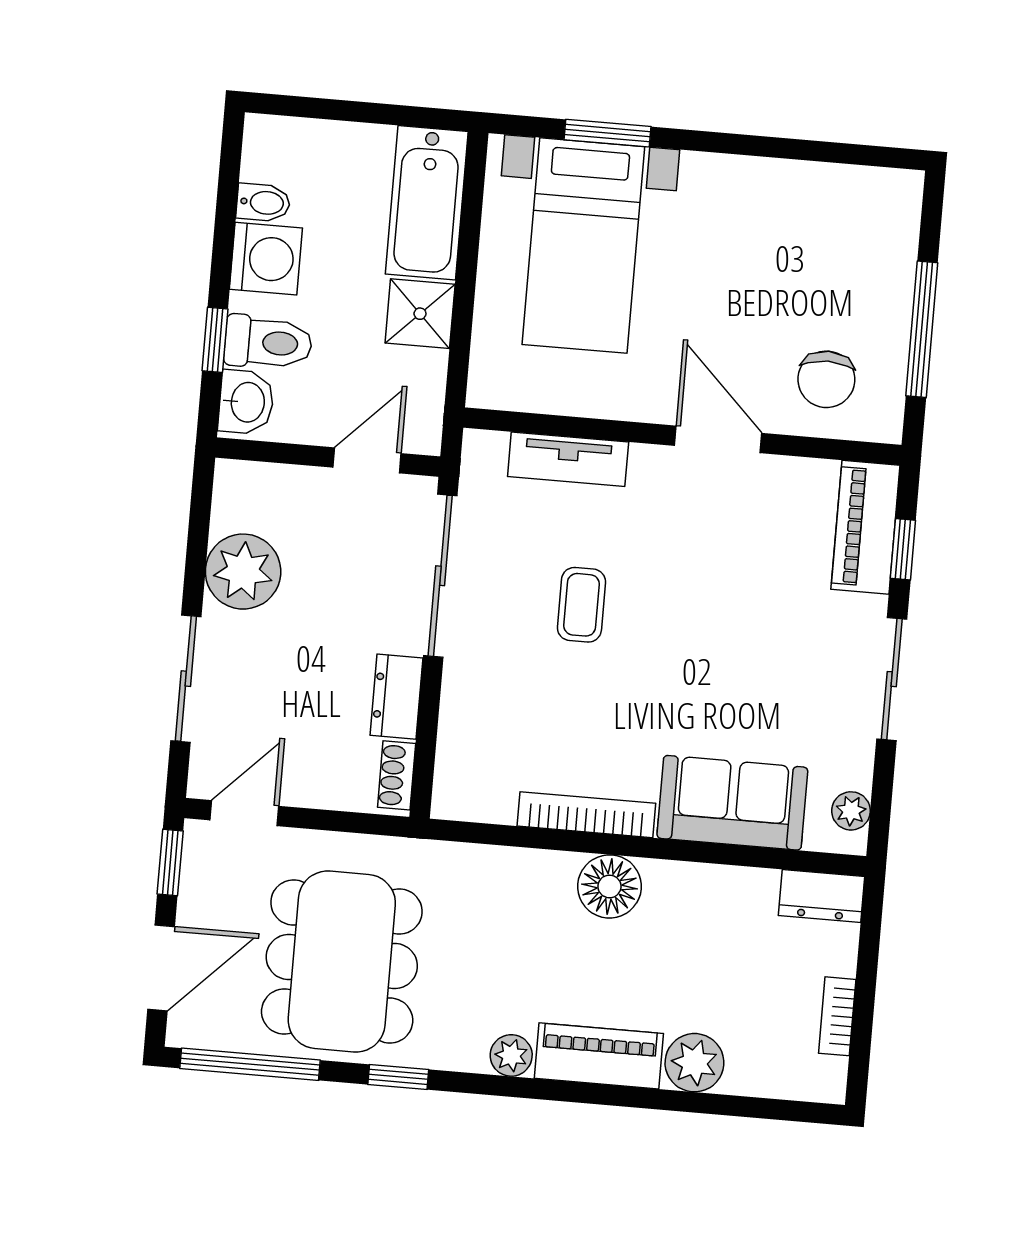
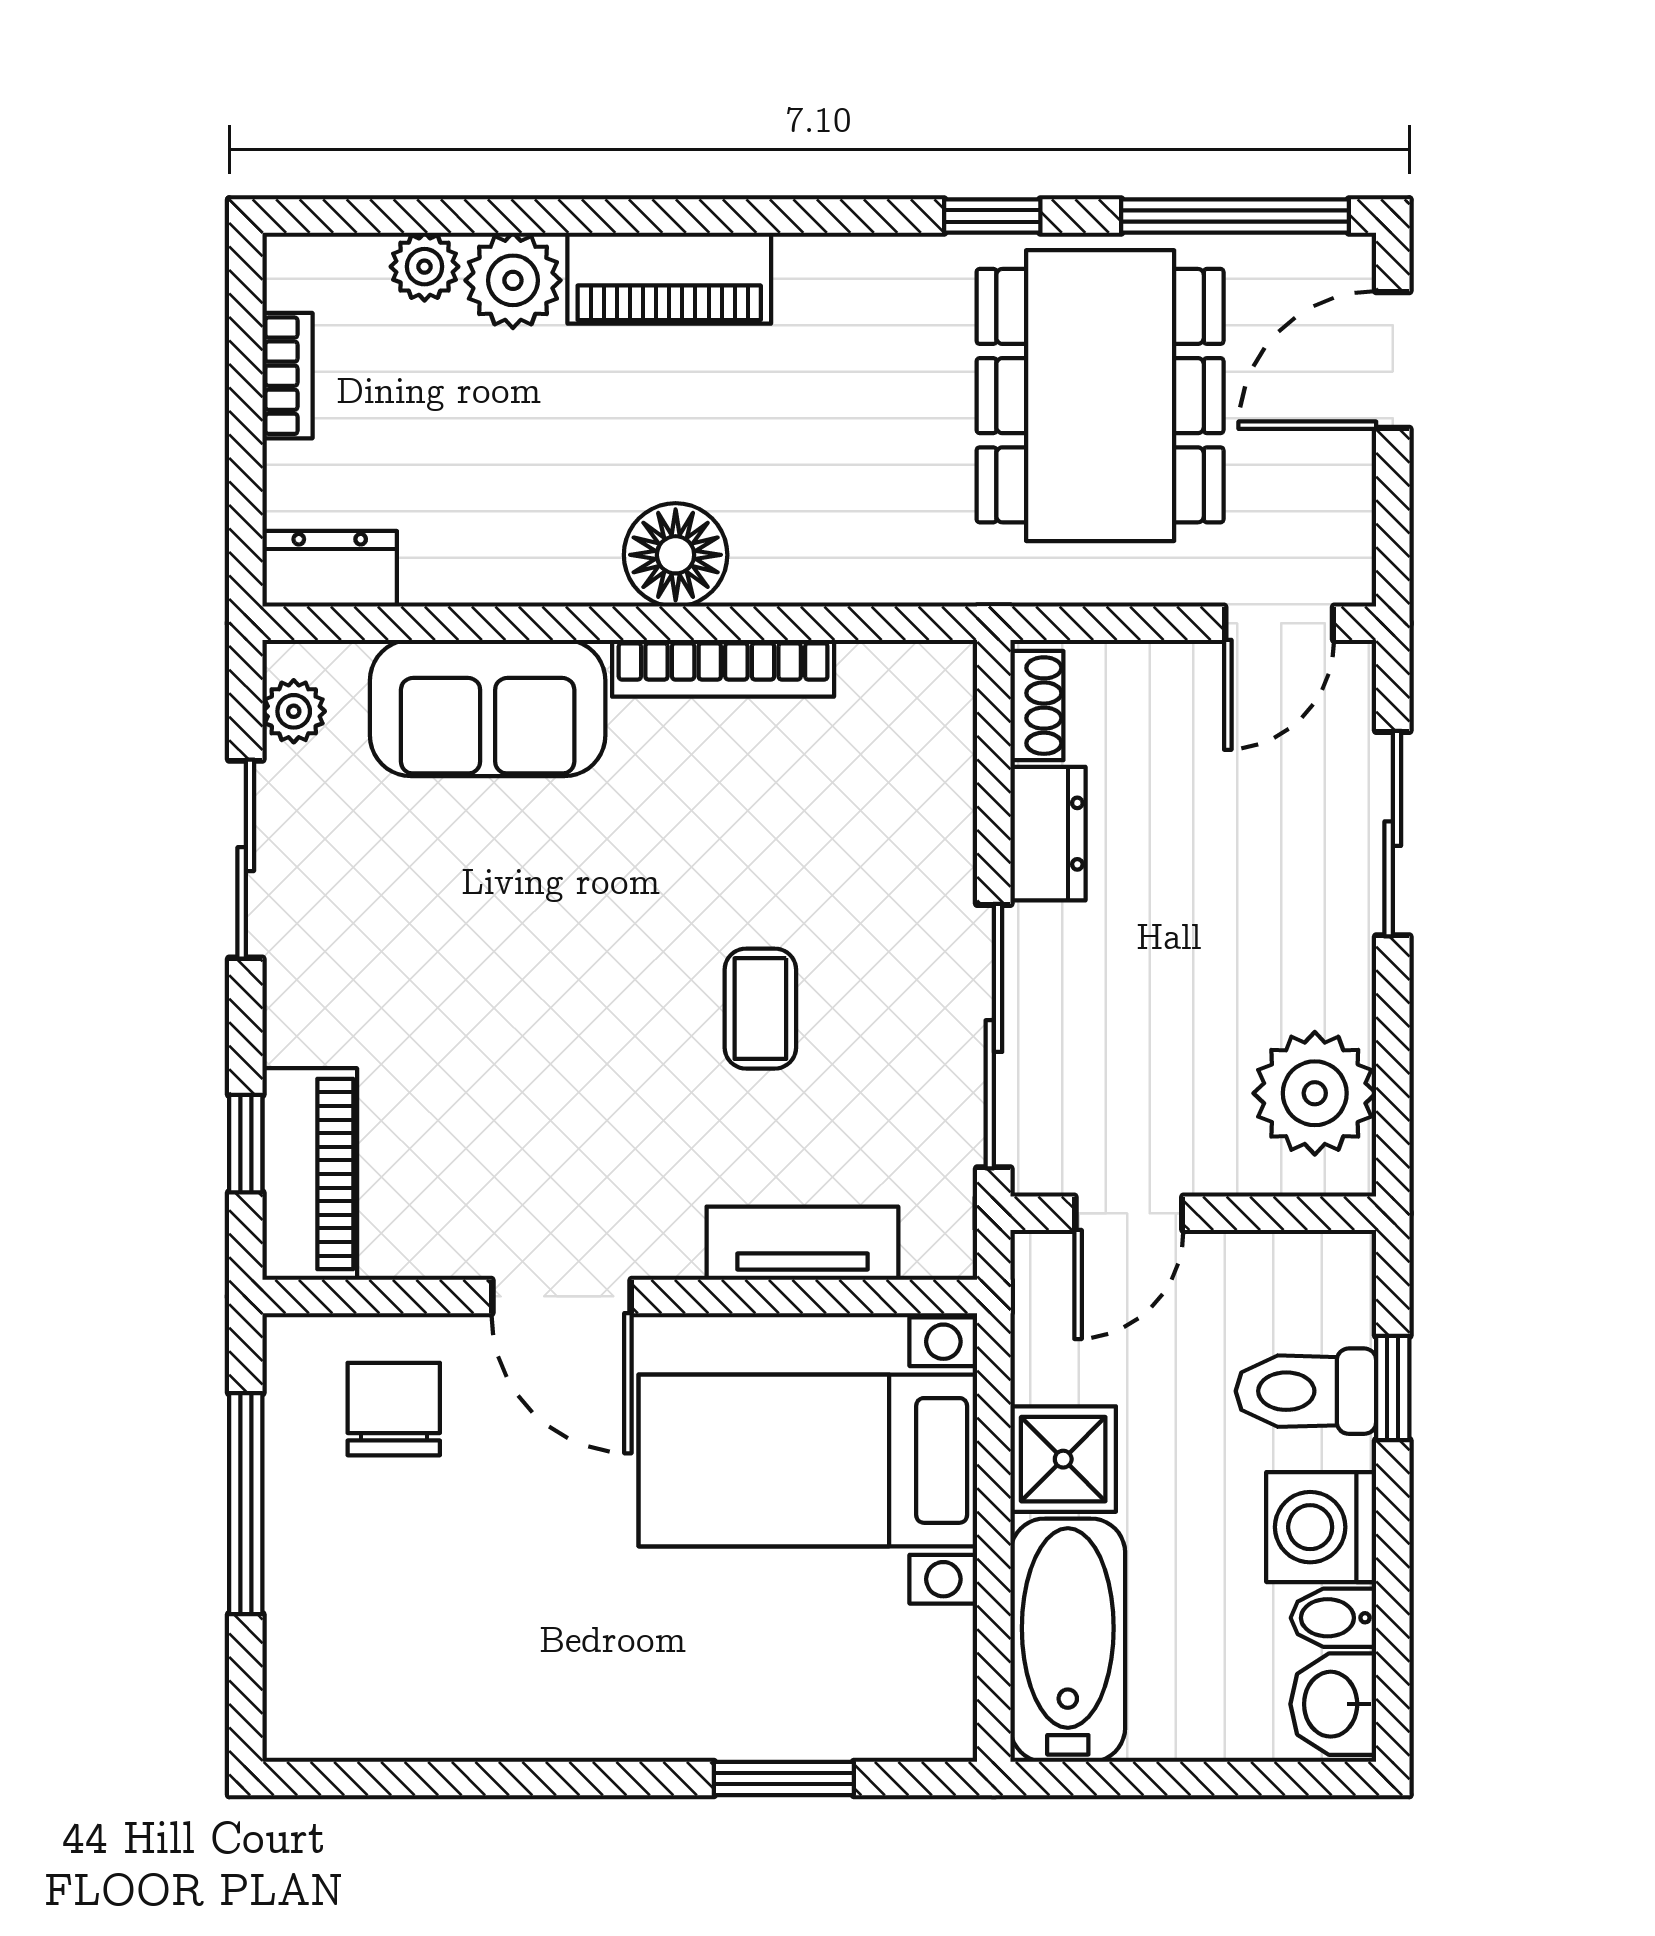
bed with nightstands: (583, 246) -> (808, 1460), moved, turned -90
washbasin: (246, 402) -> (1333, 1704), moved
plant: (243, 572) -> (1315, 1093), moved
sliding door: (892, 679) -> (246, 859), moved
window: (170, 862) -> (1393, 533), removed
plant: (511, 1055) -> (425, 267), moved

